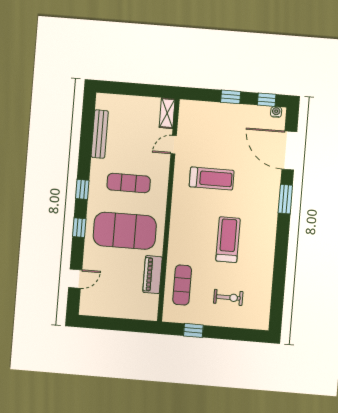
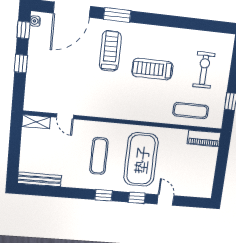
bench: (100, 134) -> (39, 179), moved
treadmill: (212, 179) -> (110, 51), moved
piano: (153, 275) -> (204, 138), moved
door: (75, 279) -> (165, 200), moved
exercise bike: (228, 297) -> (204, 70), width x1.38, depth x1.39

